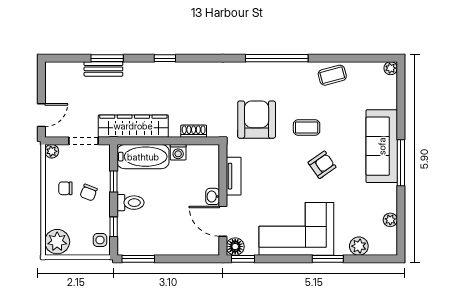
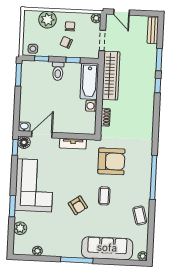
window: (165, 58) -> (158, 86), moved
bench: (103, 69) -> (153, 30), moved
sofa: (382, 146) -> (107, 248), moved
washbasin: (213, 196) -> (24, 127), moved
plant: (57, 242) -> (47, 20), moved

